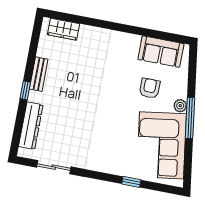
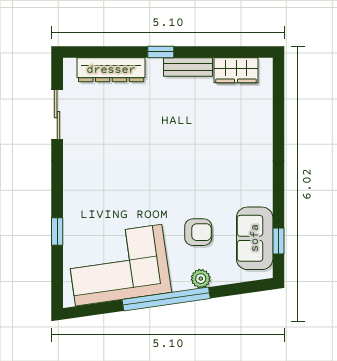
wardrobe: (63, 29) -> (236, 70), moved, turned -90
window: (166, 36) -> (278, 241), added
plant: (180, 106) -> (201, 279), moved
window: (190, 118) -> (166, 299), width x1.46

